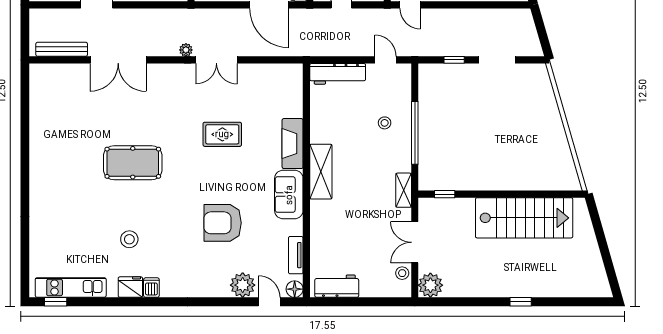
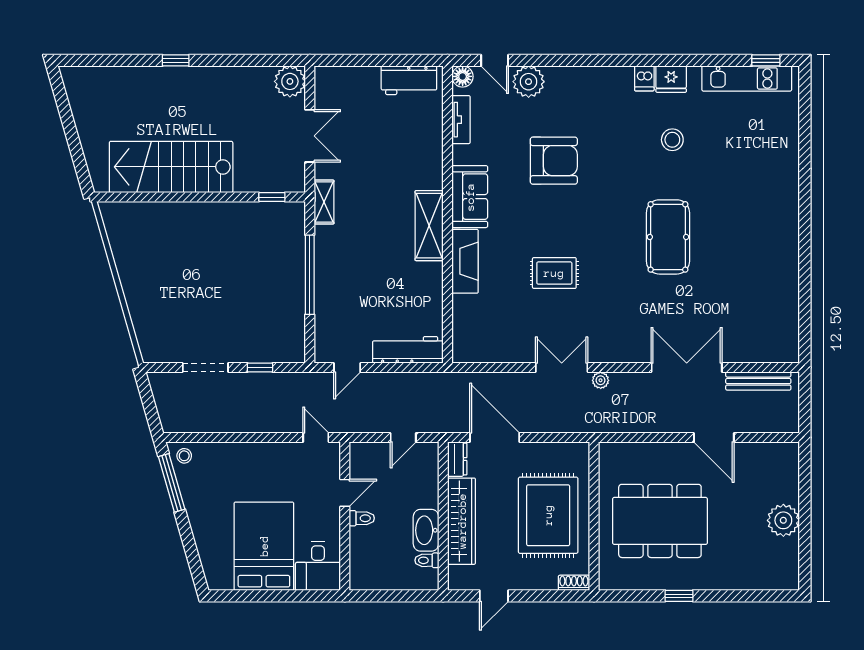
door: (385, 60) -> (347, 368), hinge flipped
stool: (385, 123) -> (348, 288), removed
pool table: (133, 163) -> (668, 237), turned 90
stool: (402, 273) -> (326, 97), removed

